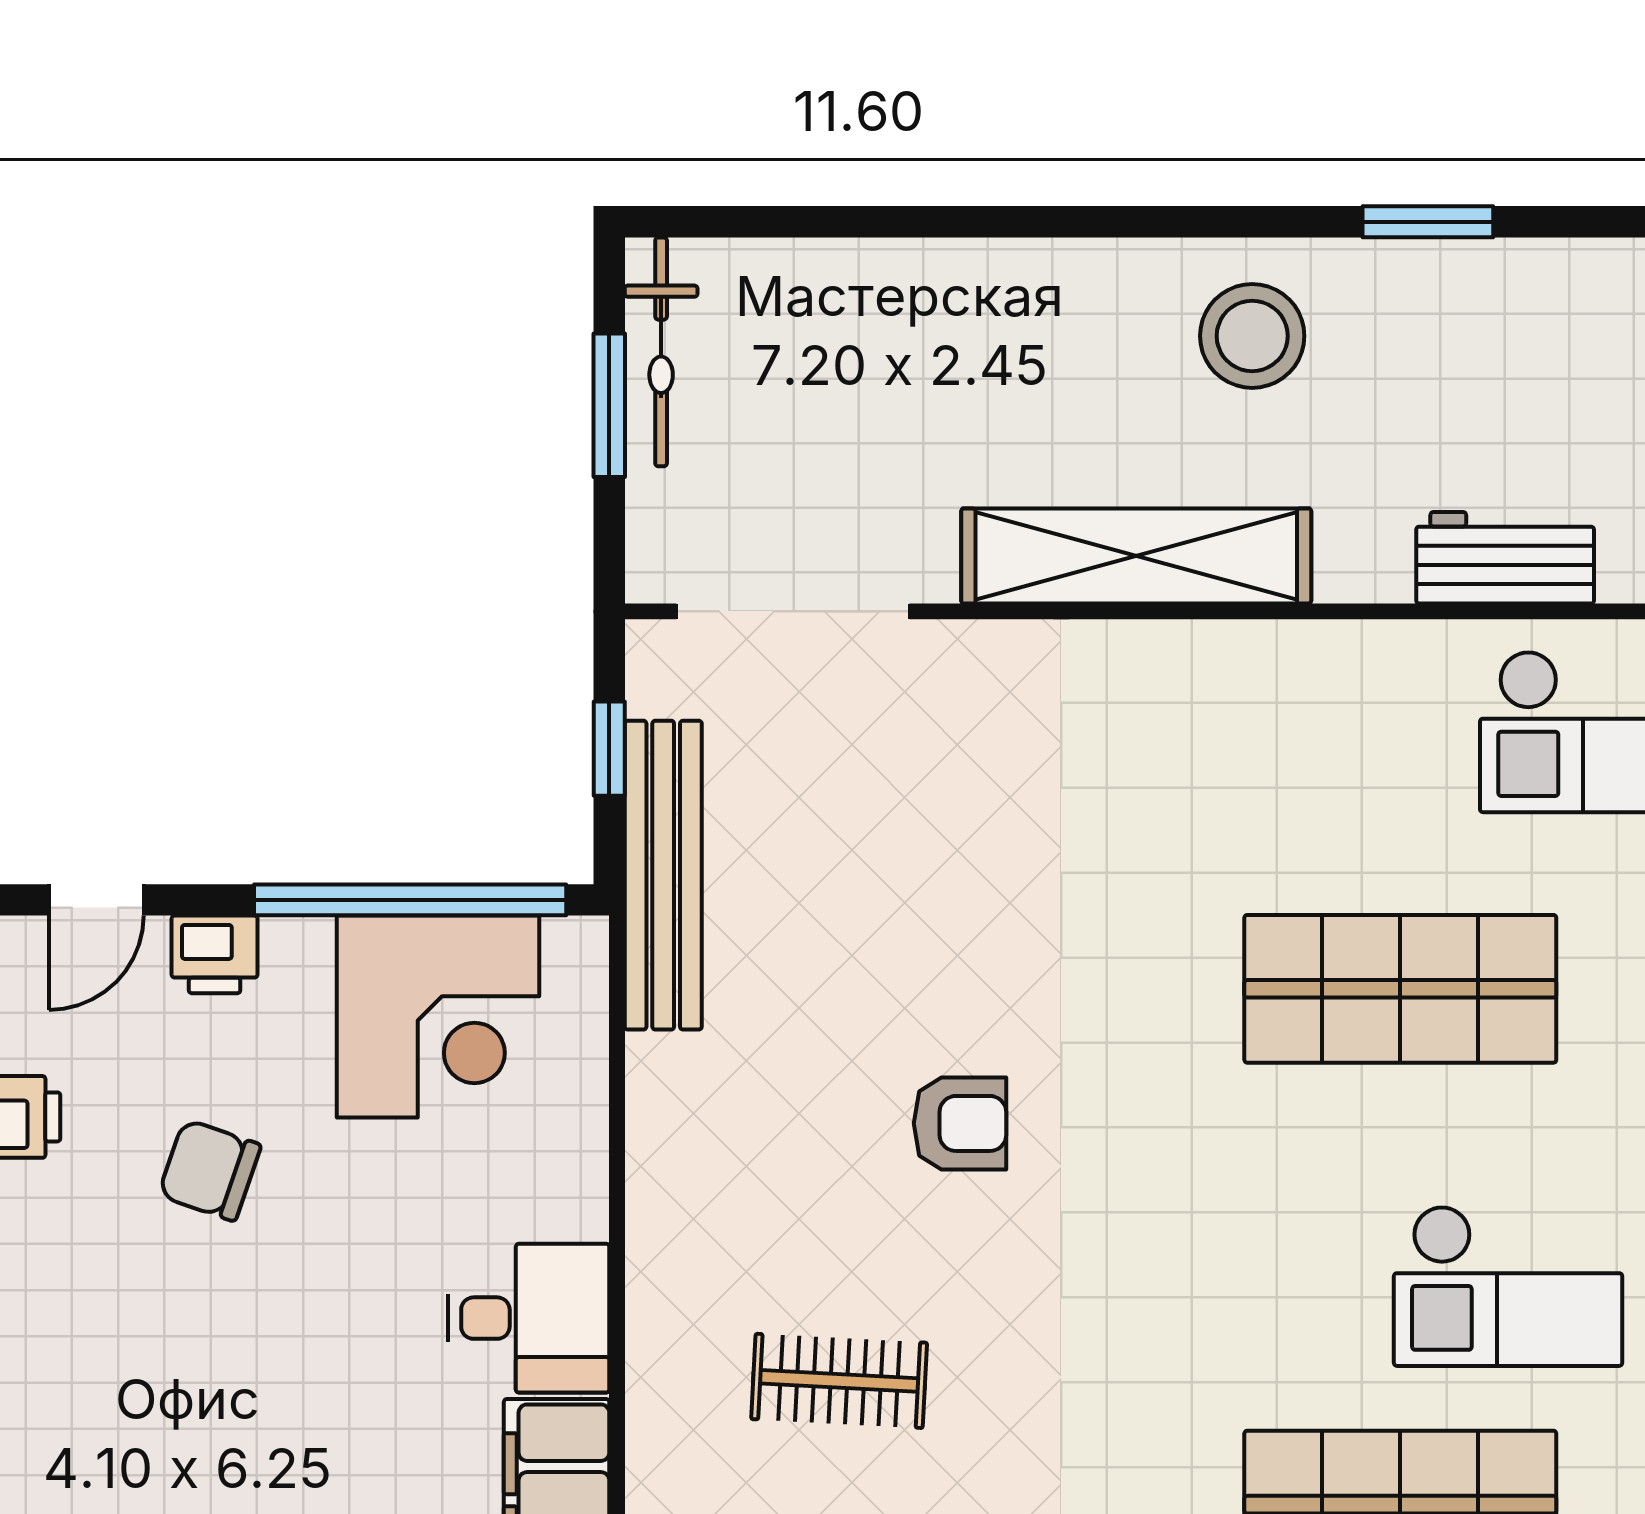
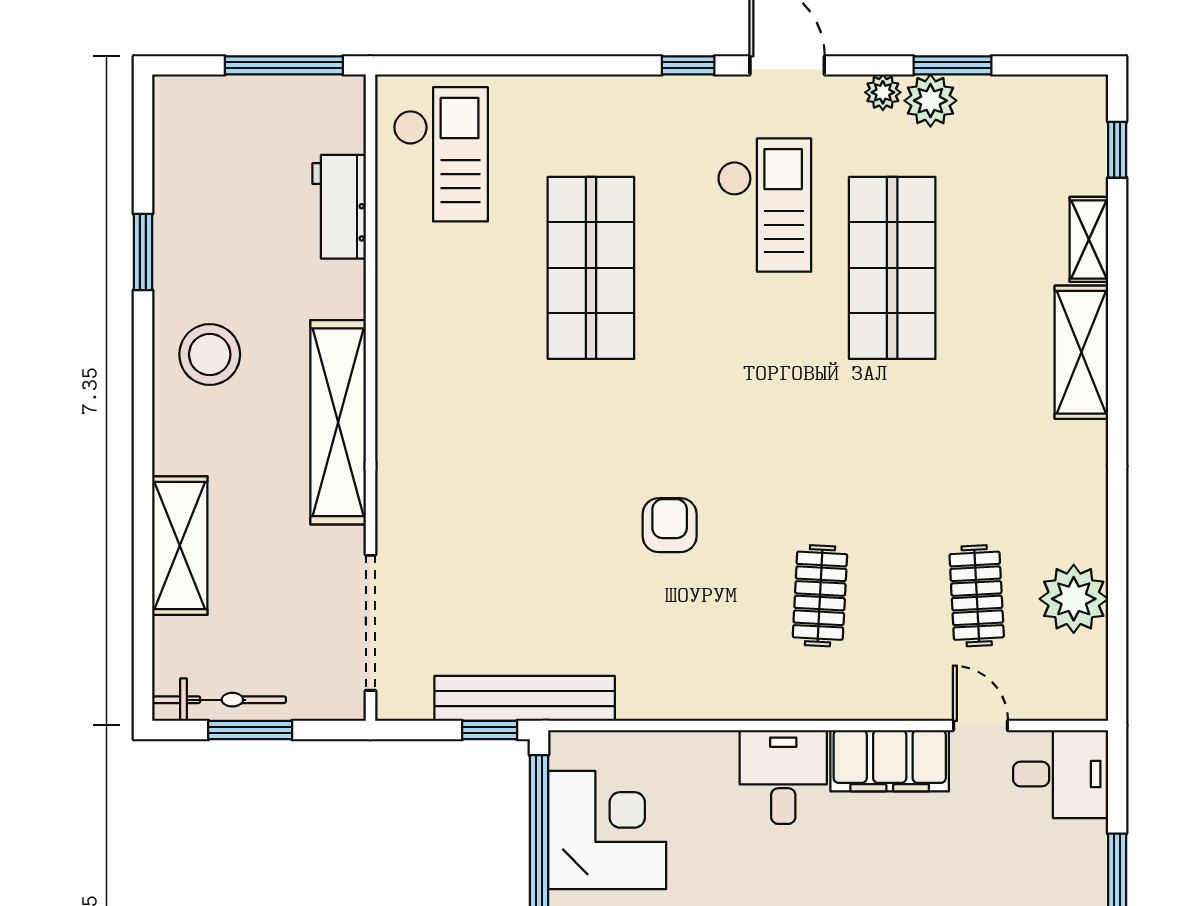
shelving: (925, 285) -> (180, 546), added
window: (609, 749) -> (490, 730), moved

